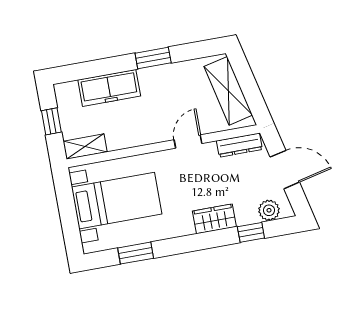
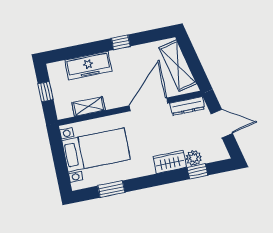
window: (153, 58) -> (121, 42), width x0.67
door: (188, 142) -> (149, 104), width x1.87
shelving: (85, 147) -> (89, 106), moved
plant: (269, 210) -> (194, 158), moved

